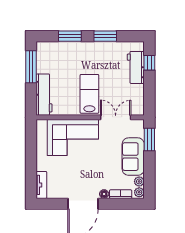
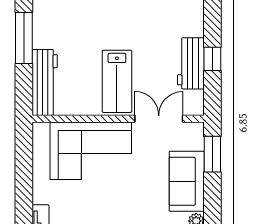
window: (149, 63) -> (212, 59), moved
workbench: (136, 67) -> (191, 63), moved
lab bench: (89, 94) -> (117, 81), turned 180

